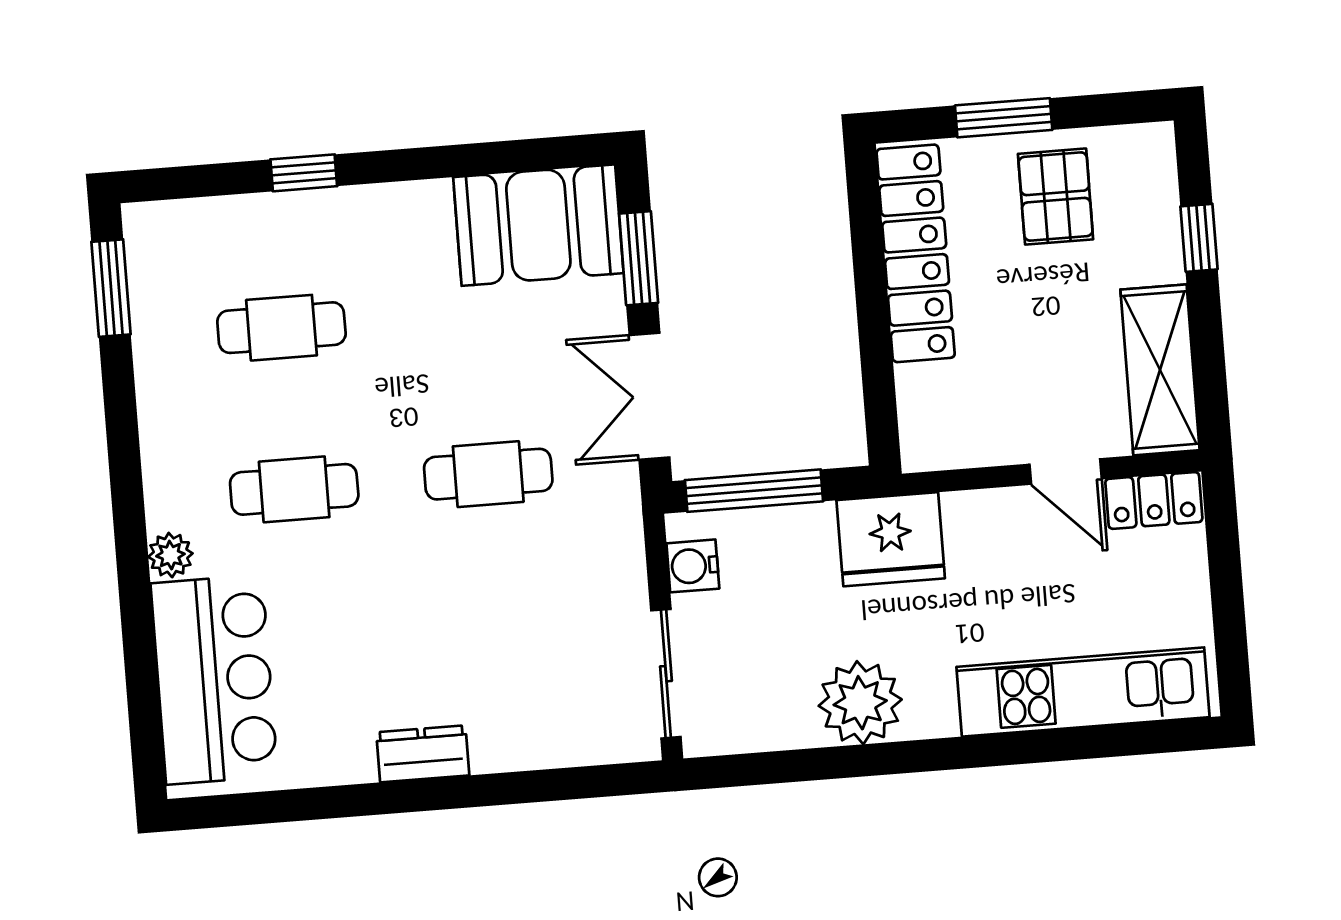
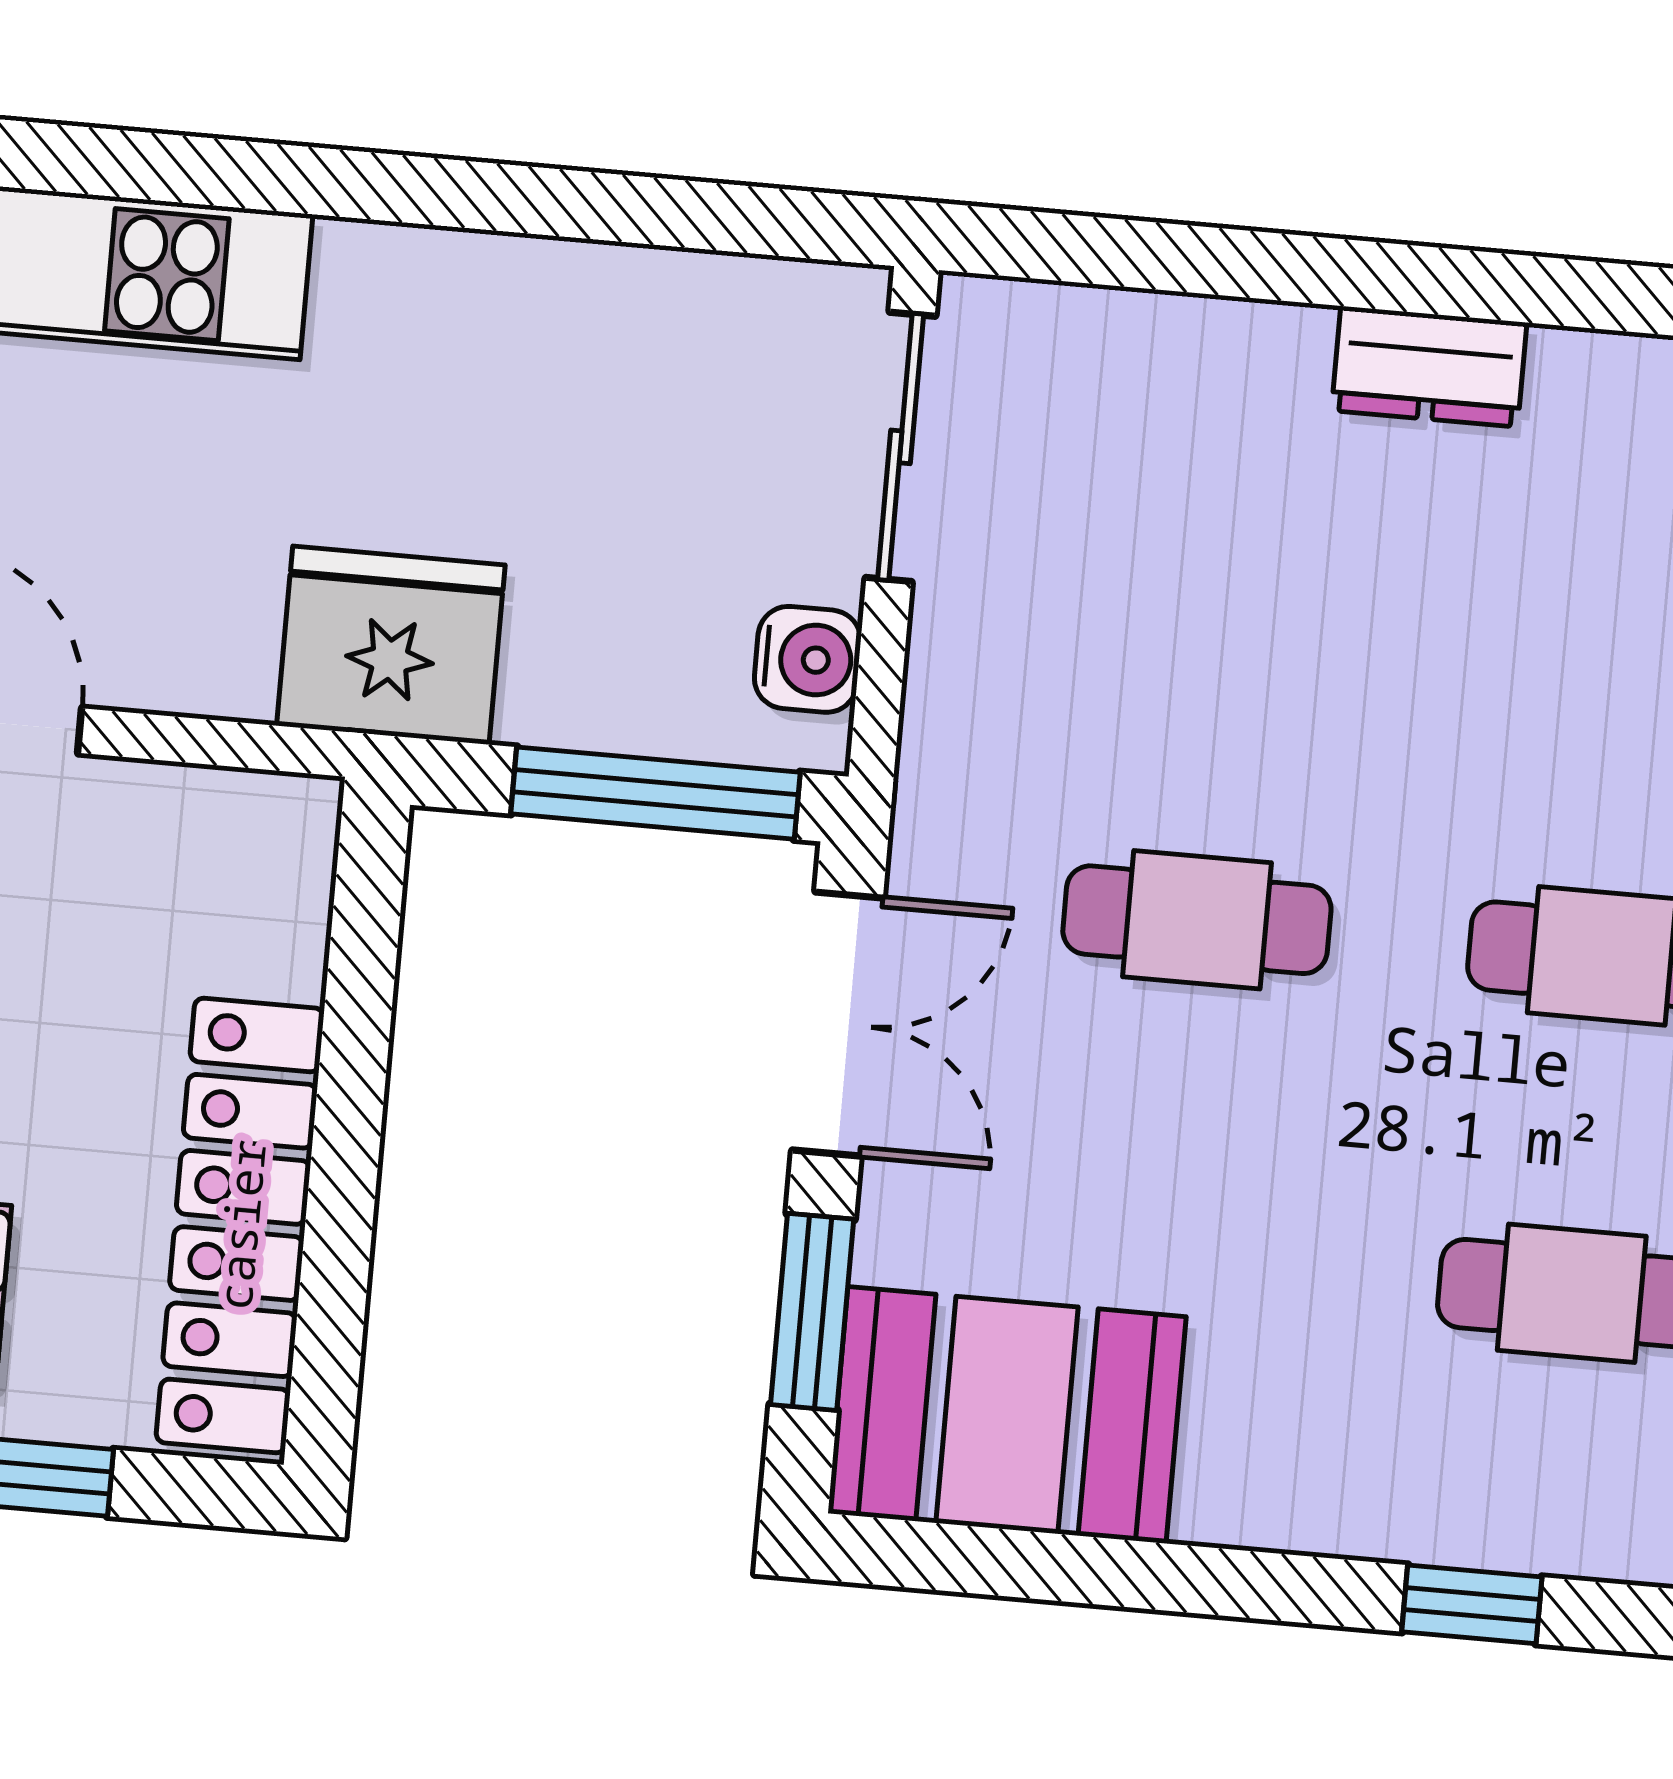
plant: (860, 703) -> (511, 320), removed

